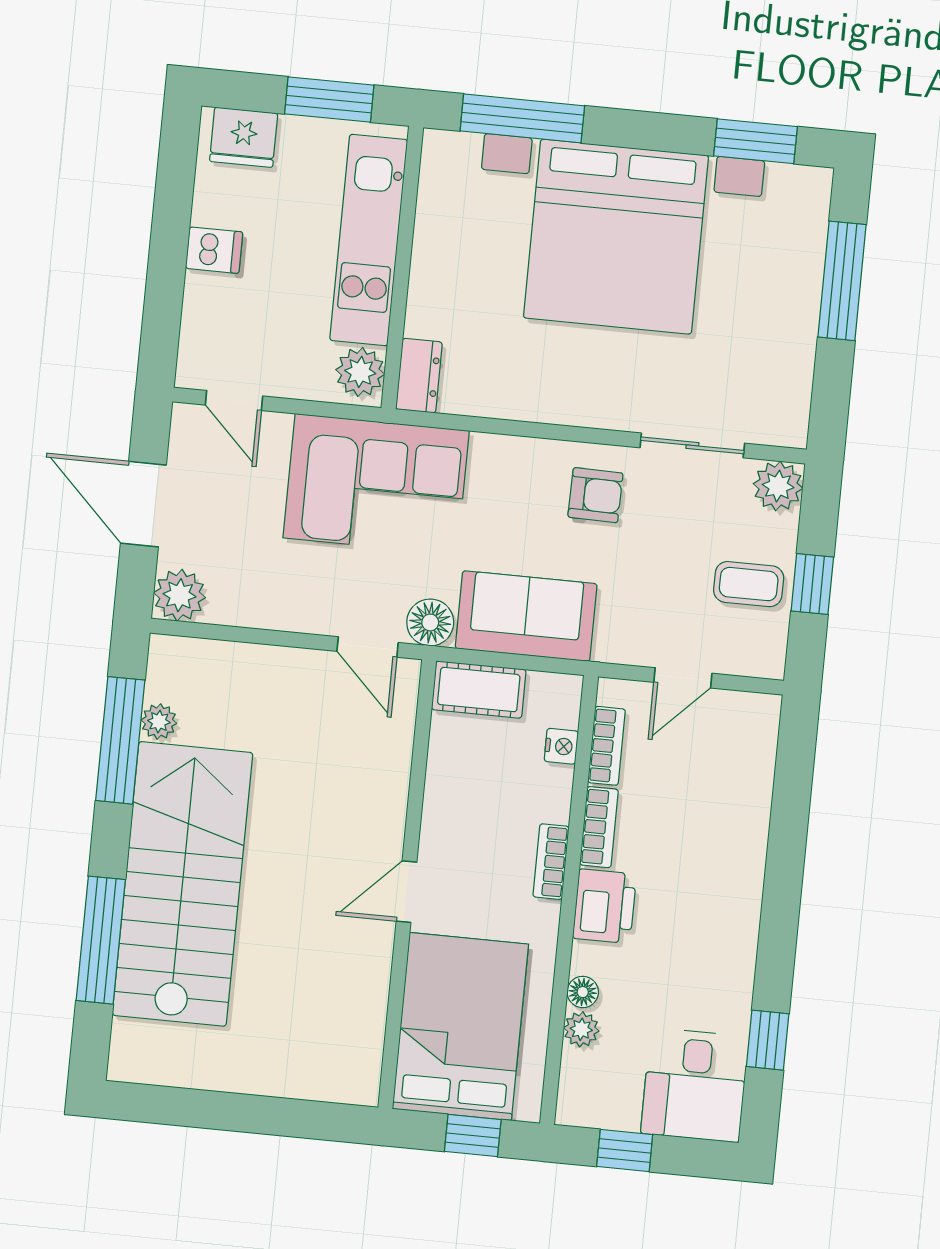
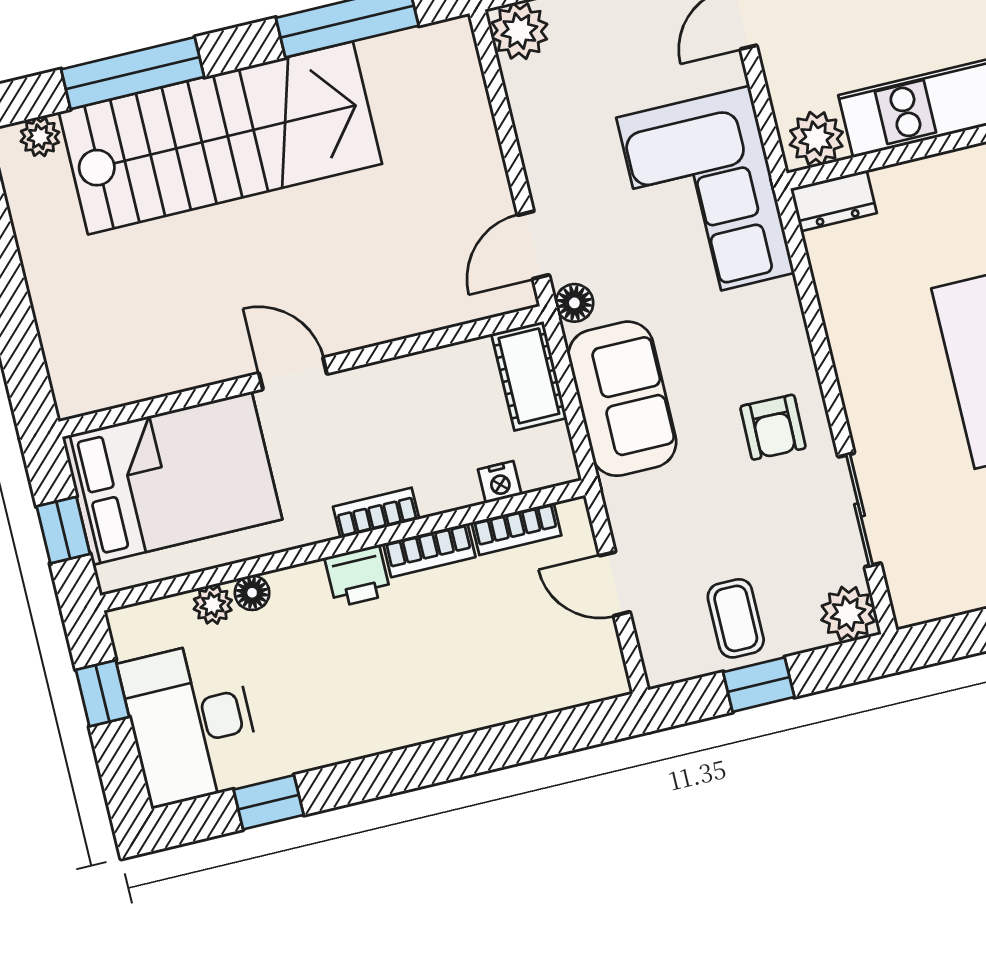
floor lamp: (430, 622) -> (574, 303), width x0.73, depth x0.73
plant: (159, 722) -> (40, 137), moved
printer: (604, 906) -> (358, 576), width x0.73, depth x0.81
desk: (695, 1085) -> (191, 723), width x1.37

